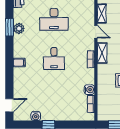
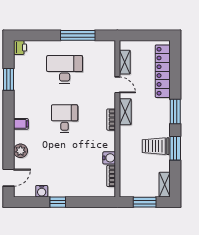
desk: (54, 19) -> (65, 69), turned 180
plant: (19, 29) -> (21, 151), moved
desk: (54, 58) -> (65, 119), turned 180

